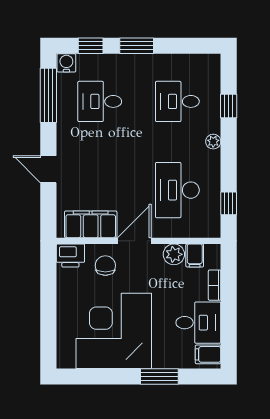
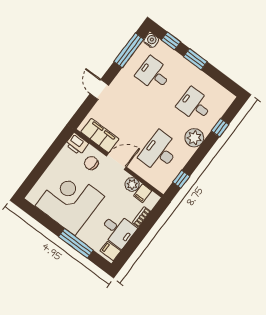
plant: (213, 142) -> (194, 138), width x1.87, depth x1.87
chair: (105, 266) -> (91, 163), turned -84
window: (159, 377) -> (76, 243), width x1.44

